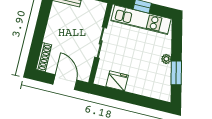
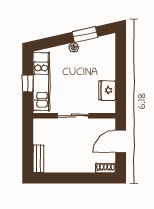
shoe rack: (44, 57) -> (105, 168), width x0.70

